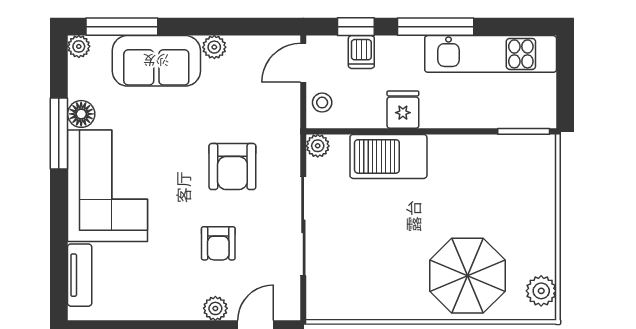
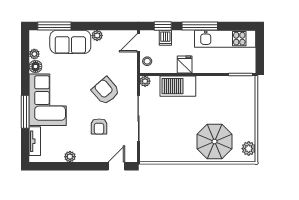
plant: (79, 46) -> (34, 54), moved
window: (59, 134) -> (25, 112), moved
armchair: (232, 167) -> (106, 91), turned 139
plant: (215, 308) -> (70, 157), moved

